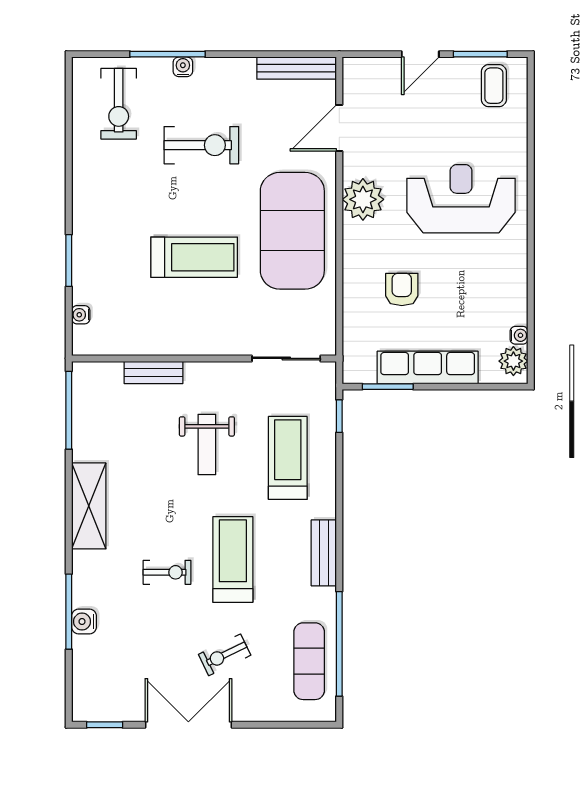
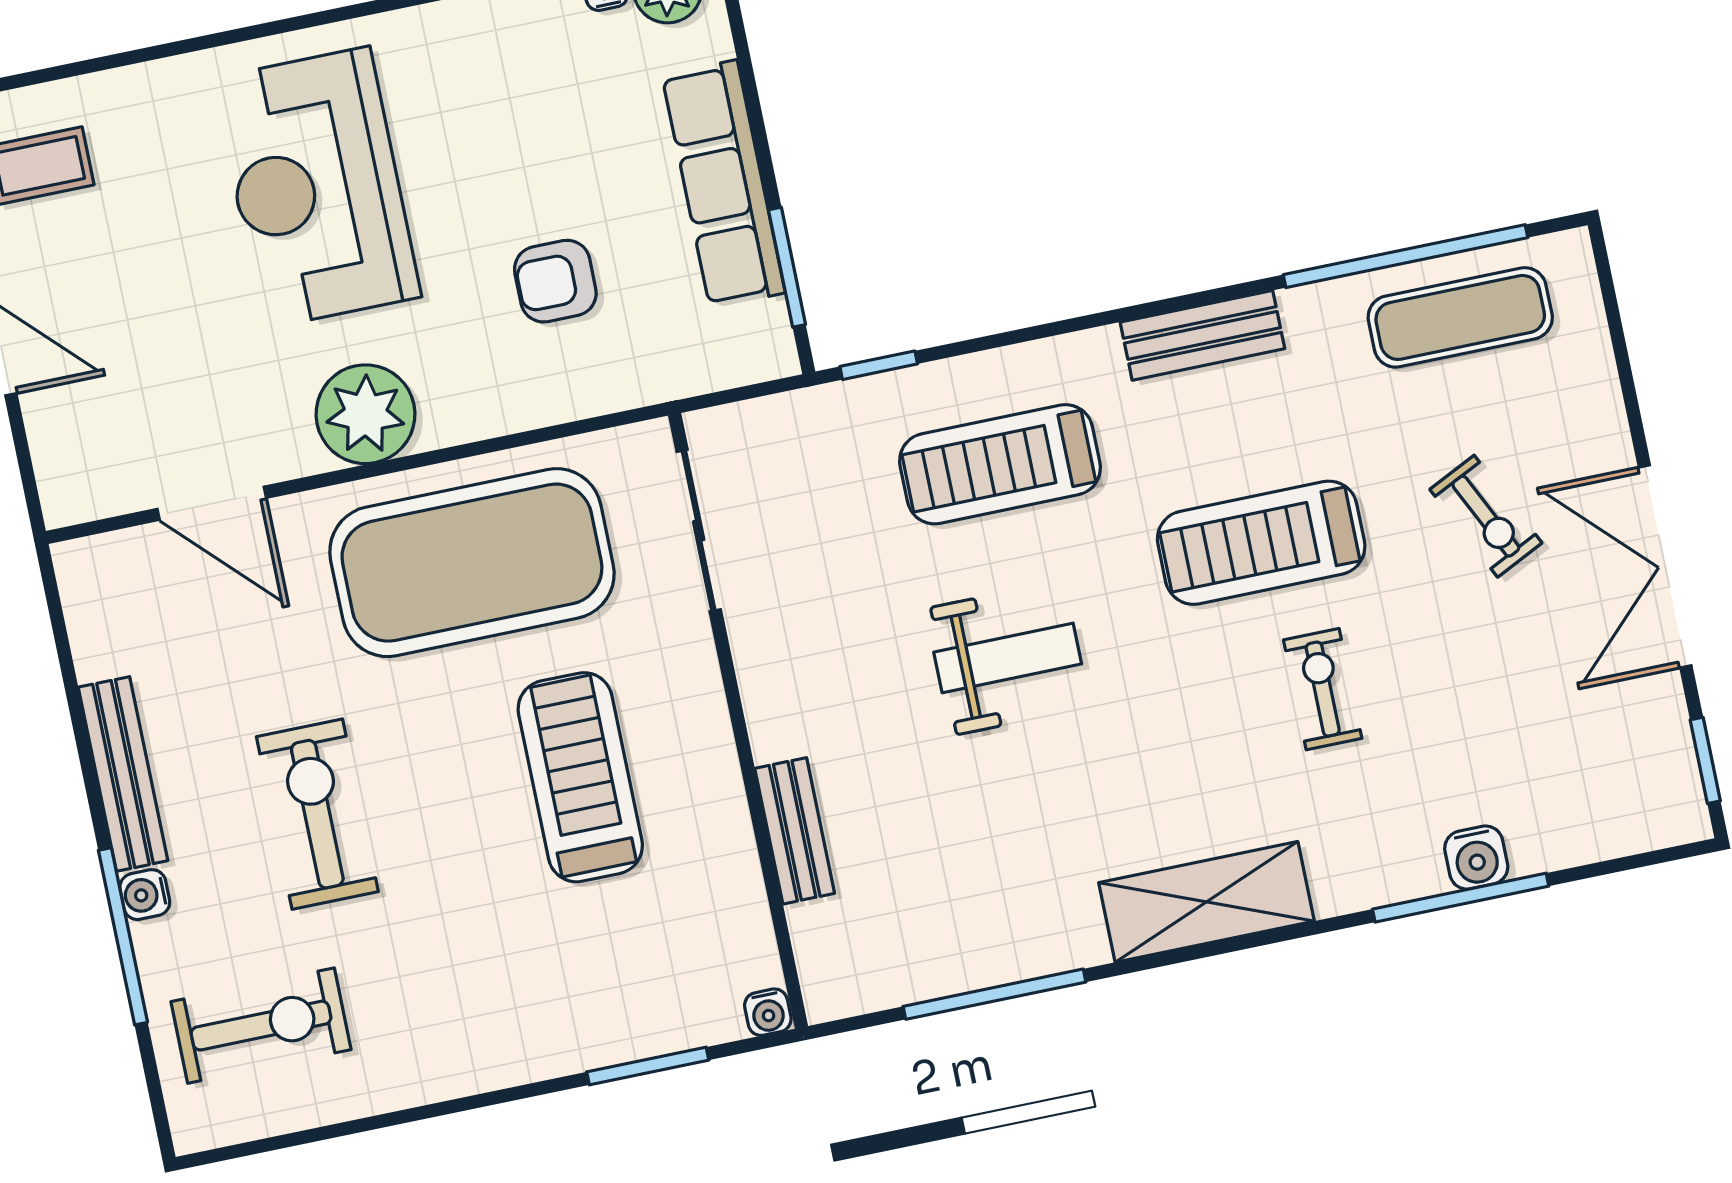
bench: (297, 68) -> (123, 774), moved
wall: (204, 358) -> (738, 721), moved
sliding door: (286, 358) -> (699, 531), moved
bench: (154, 372) -> (795, 831), moved

